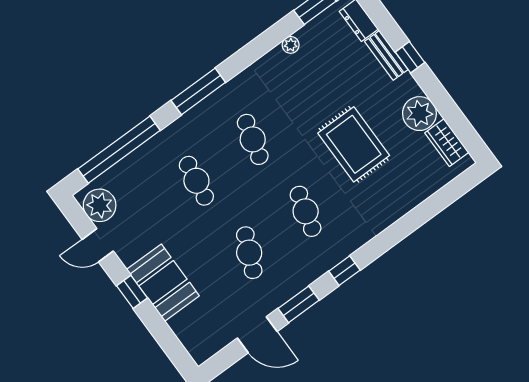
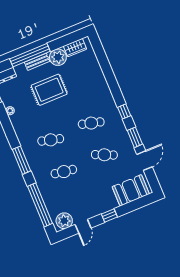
bench: (386, 55) -> (37, 62), moved
window: (410, 57) -> (30, 55), width x3.17
rug: (354, 144) -> (49, 90), moved
booth: (163, 283) -> (131, 190), moved

